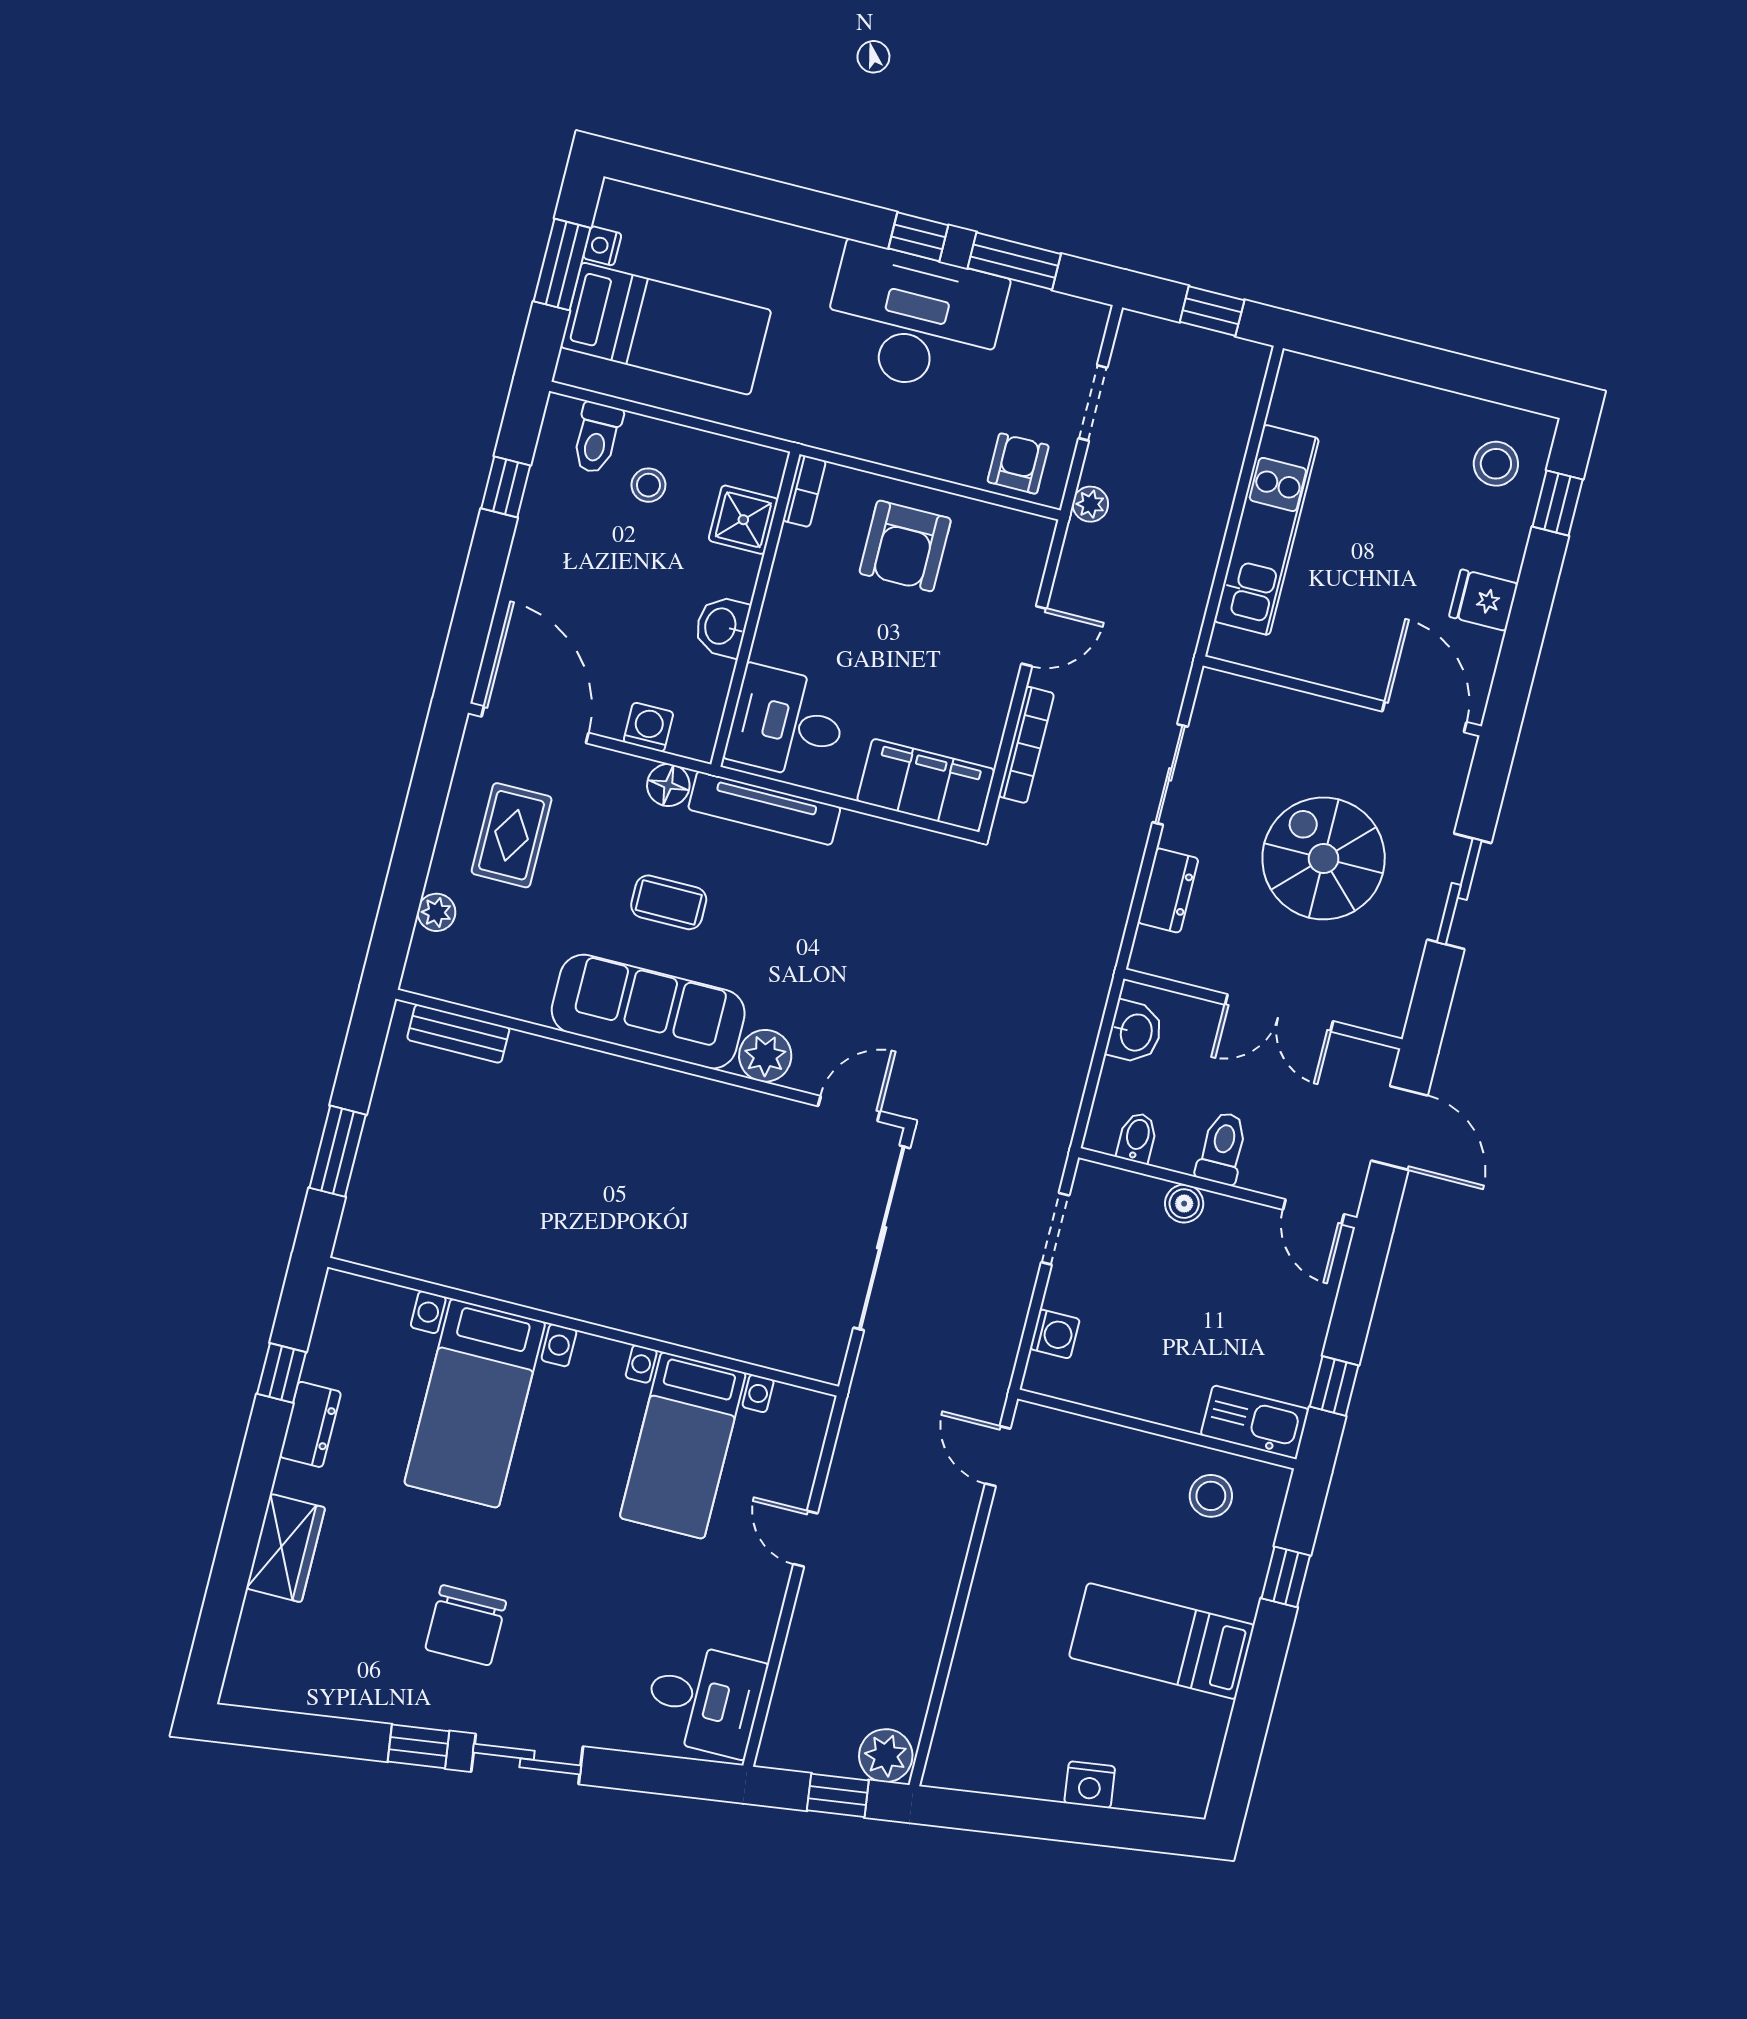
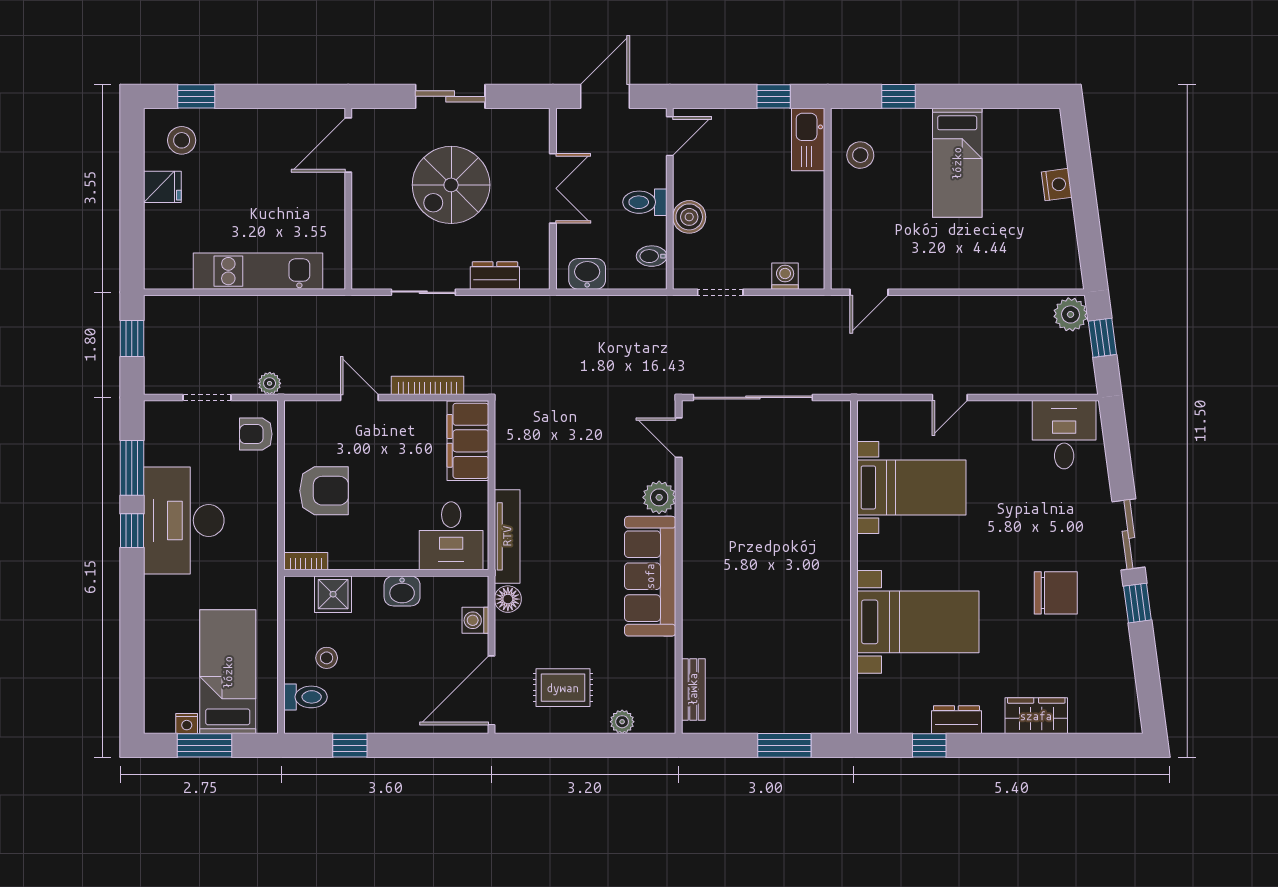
fridge: (1483, 600) -> (162, 187), moved, turned -90
coffee table: (669, 902) -> (580, 581), removed
boiler: (1184, 1204) -> (689, 217), width x1.36, depth x1.36

